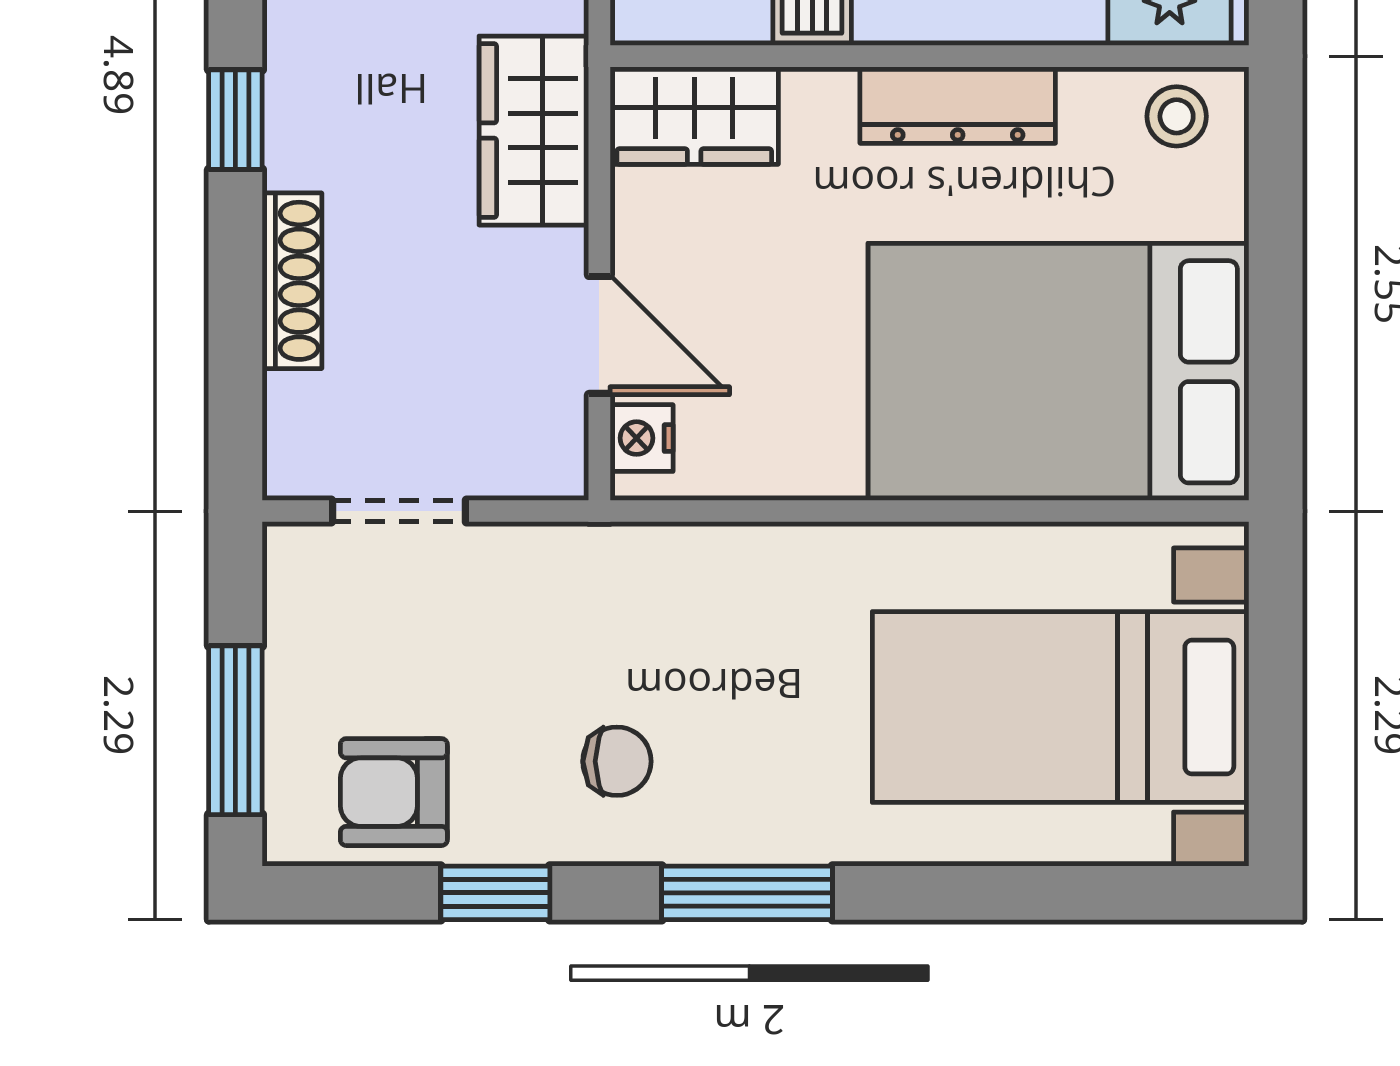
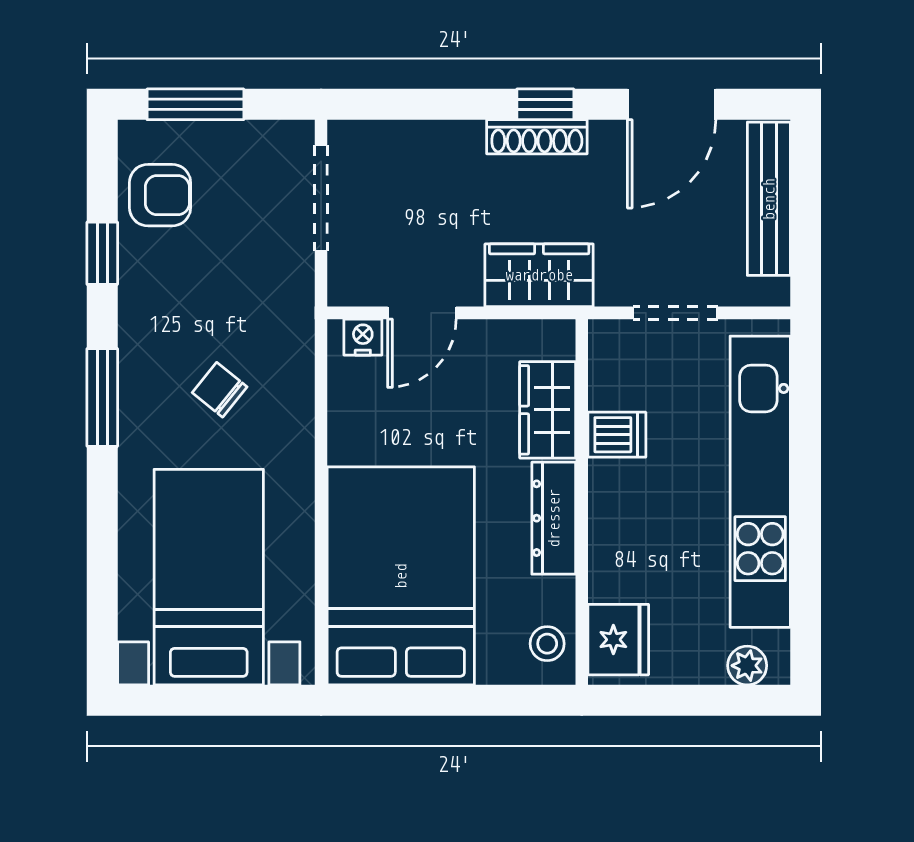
wardrobe: (694, 116) -> (548, 410), moved
shoe rack: (292, 281) -> (537, 137), moved
doorway: (399, 511) -> (321, 198), width x1.38
chair: (617, 761) -> (220, 390), moved, turned 129
armchair: (394, 792) -> (160, 195), turned 90

